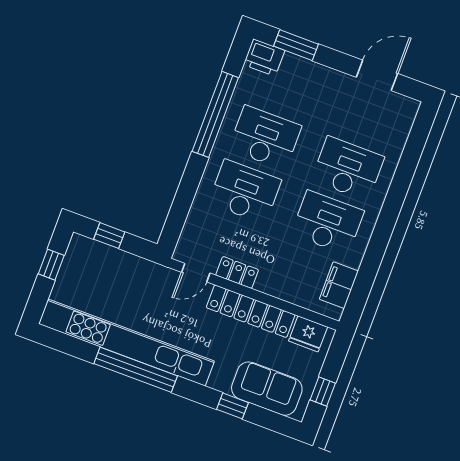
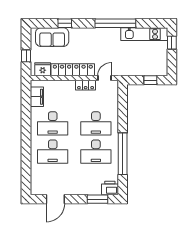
window: (51, 265) -> (172, 43), moved
kitchen unit: (126, 343) -> (144, 34), width x0.54
window: (323, 392) -> (26, 56), moved

